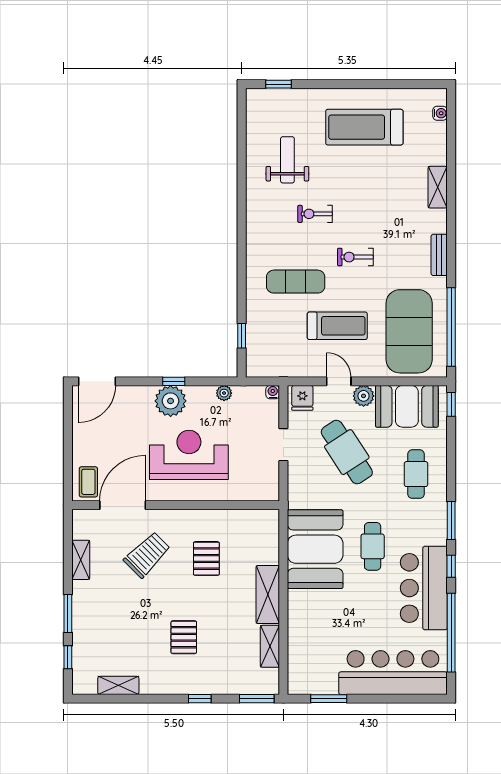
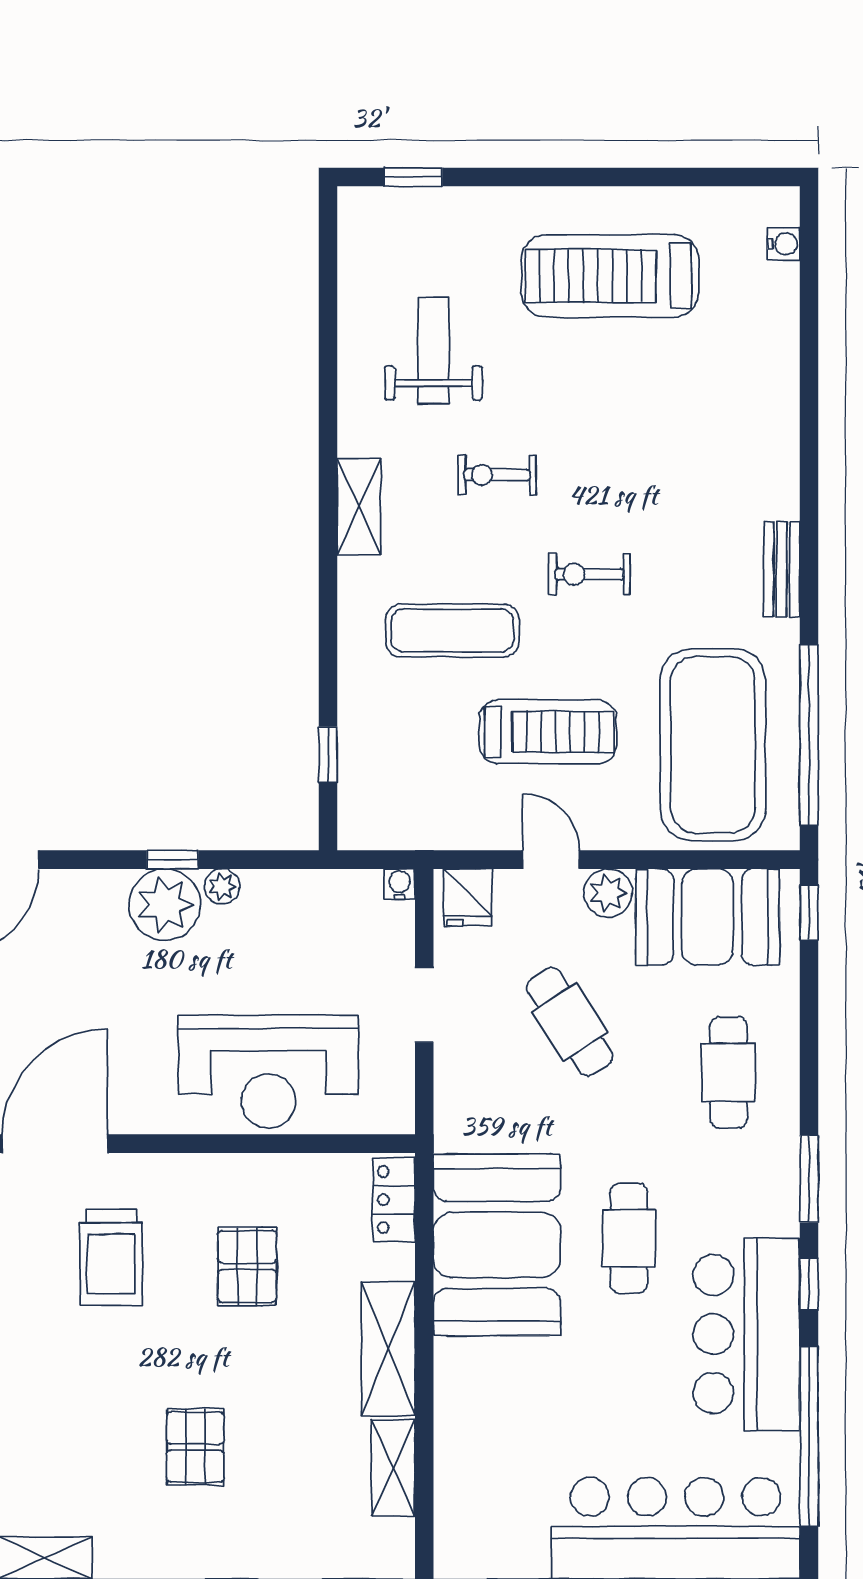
shelving: (438, 187) -> (359, 507), moved
plant: (224, 393) -> (222, 886), moved
cafe table: (347, 452) -> (570, 1022), width x0.73, depth x0.74
reception desk: (189, 455) -> (268, 1072), moved, turned 180
locker: (270, 529) -> (394, 1200), added
trolley: (147, 555) -> (111, 1257), turned 135

